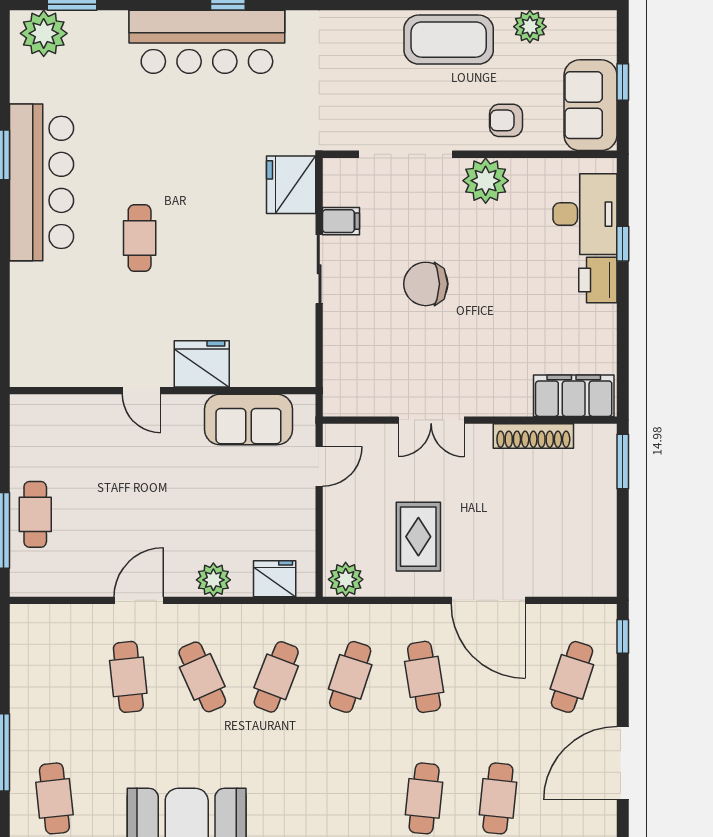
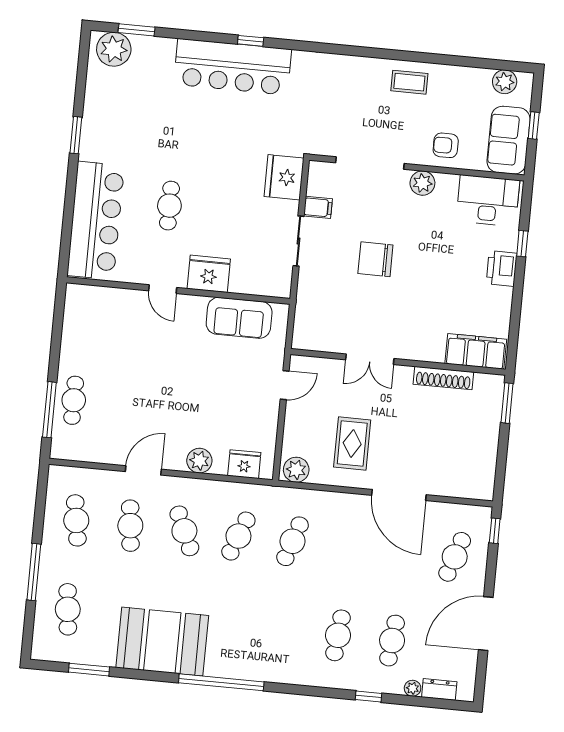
plant: (530, 27) -> (505, 82), moved
coffee table: (449, 40) -> (409, 82), width x0.54, depth x0.58
plant: (486, 181) -> (422, 183), width x0.73, depth x0.73
bar counter: (41, 182) -> (96, 221), moved
desk: (585, 214) -> (488, 201), moved, turned -90
fridge: (202, 364) -> (209, 274), moved
door: (141, 391) -> (163, 289), moved
wall: (163, 391) -> (178, 291), moved
sofa: (248, 419) -> (239, 318), moved
cafe table: (424, 677) -> (76, 520), moved

